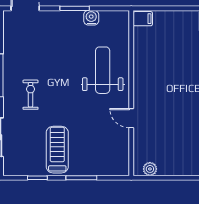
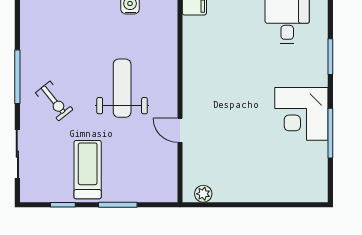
weight bench: (103, 70) -> (122, 88), moved
exercise bike: (31, 95) -> (54, 101), turned 141

